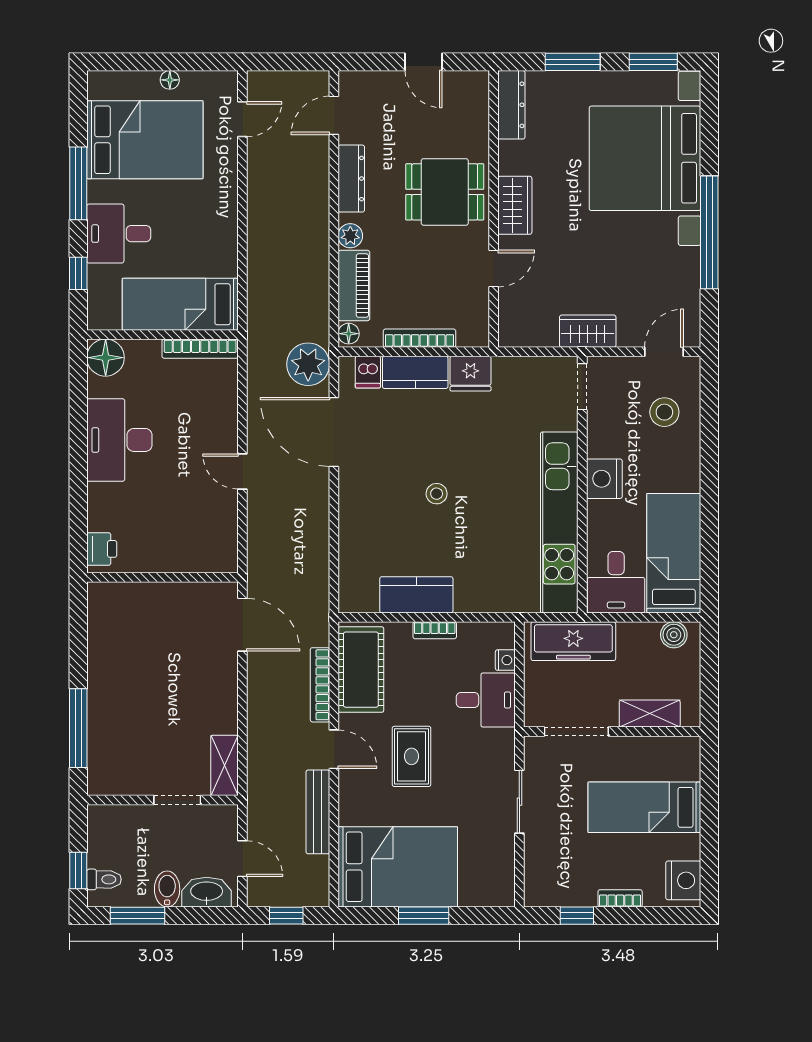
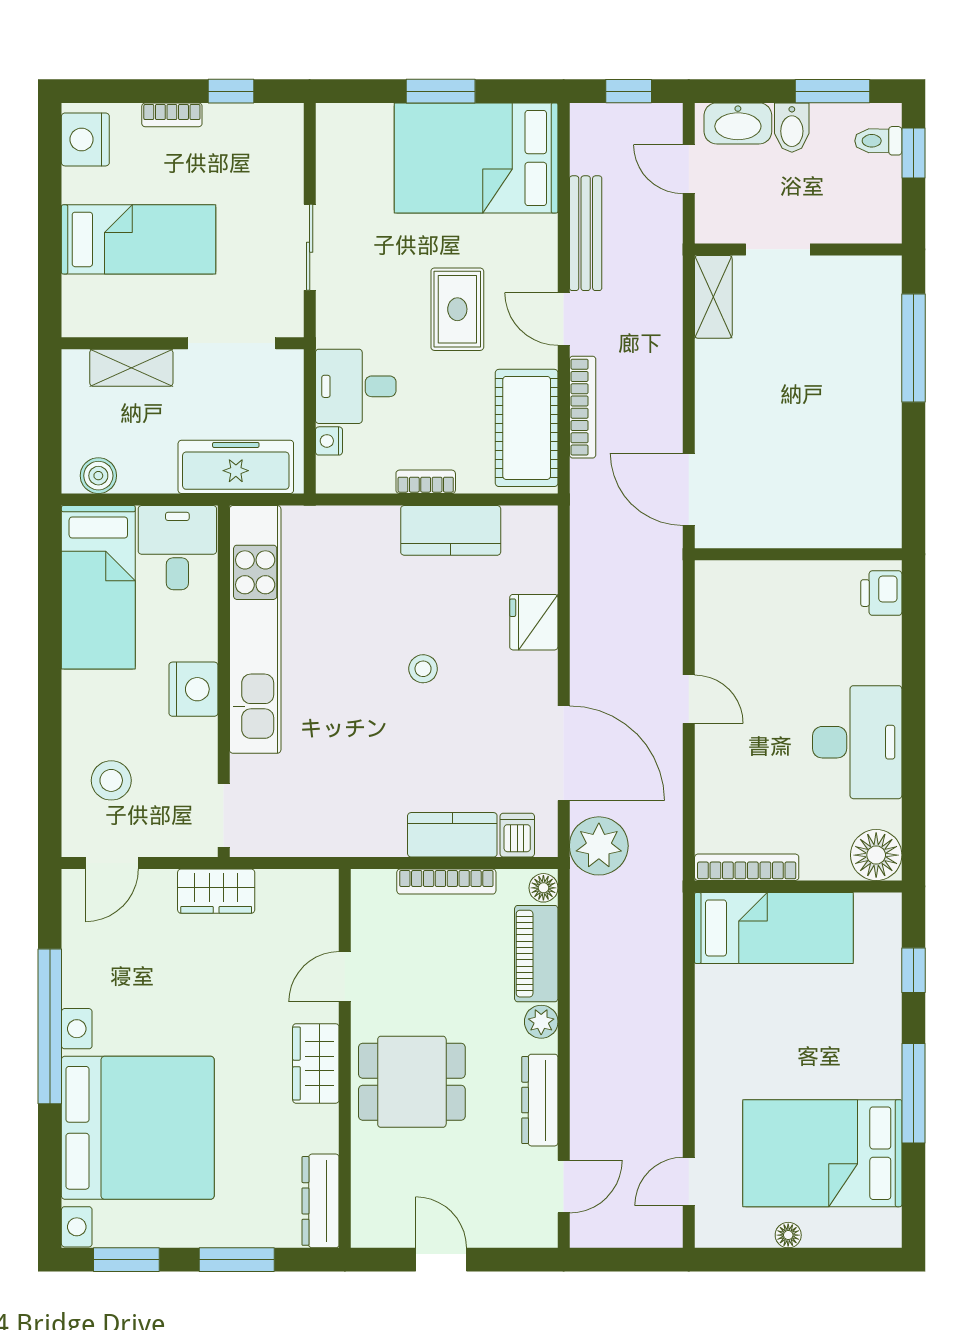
desk: (119, 234) -> (858, 1025), removed
fridge: (470, 374) -> (534, 622), moved, turned -90

